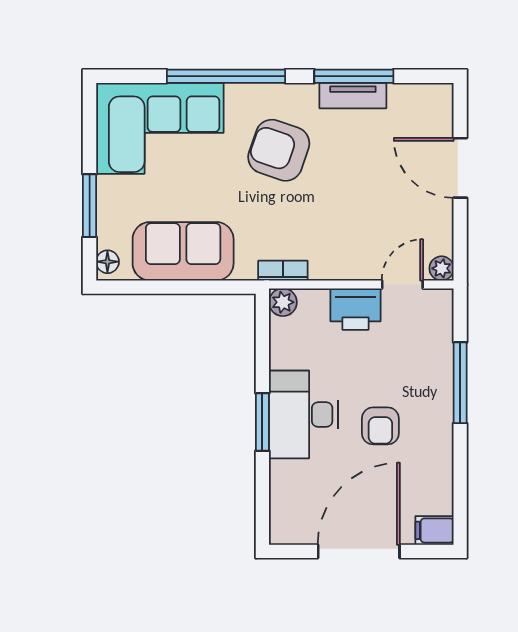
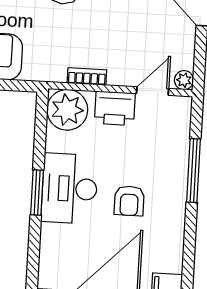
bookcase: (283, 271) -> (87, 76), moved
plant: (283, 302) -> (67, 110), width x1.88, depth x1.88

